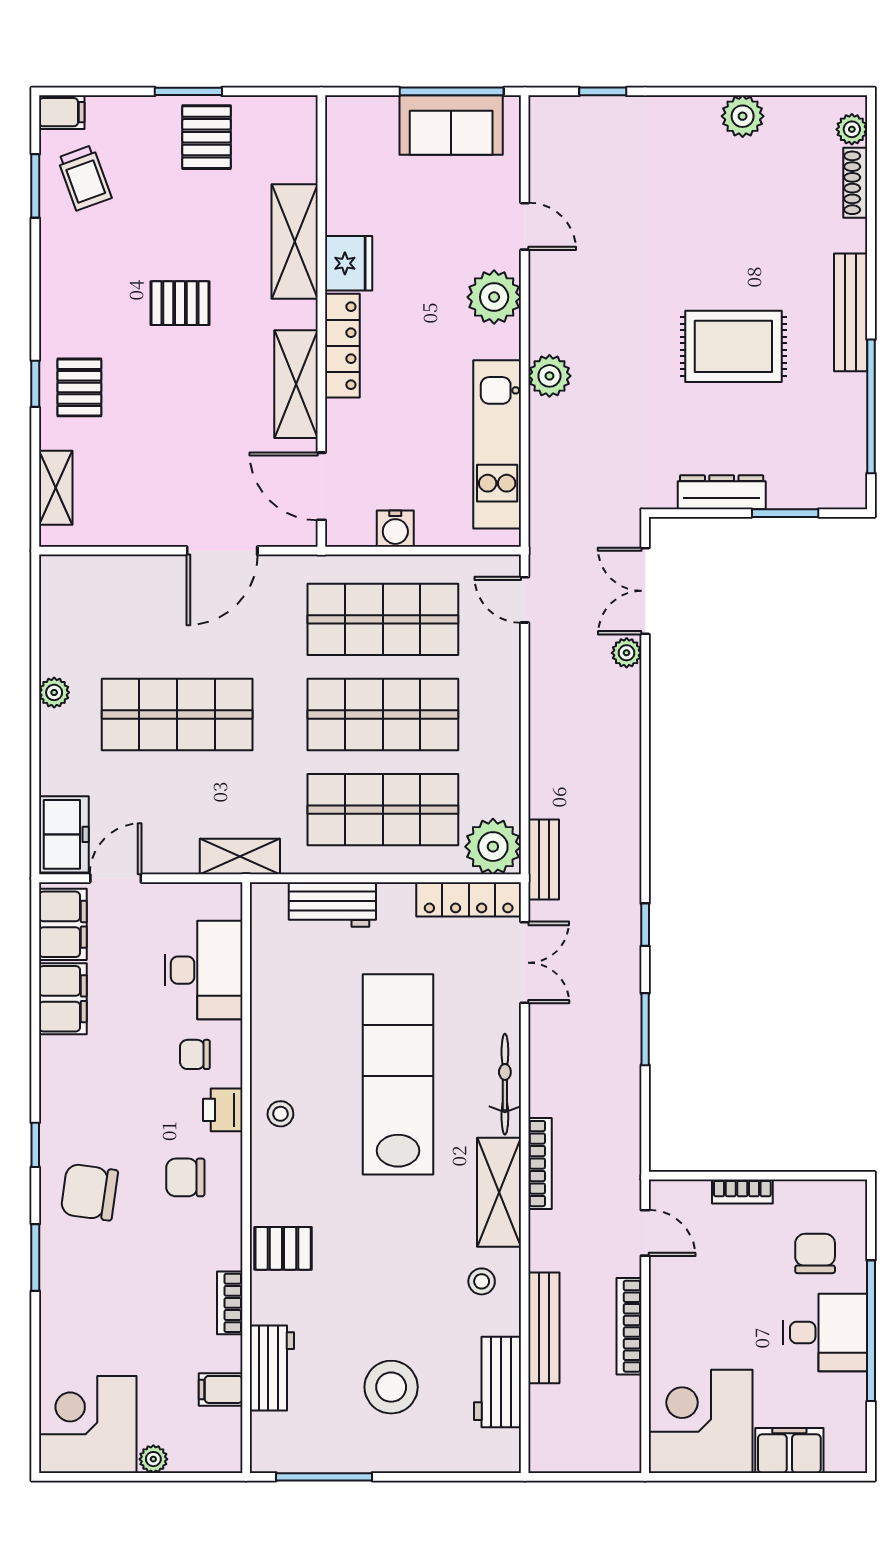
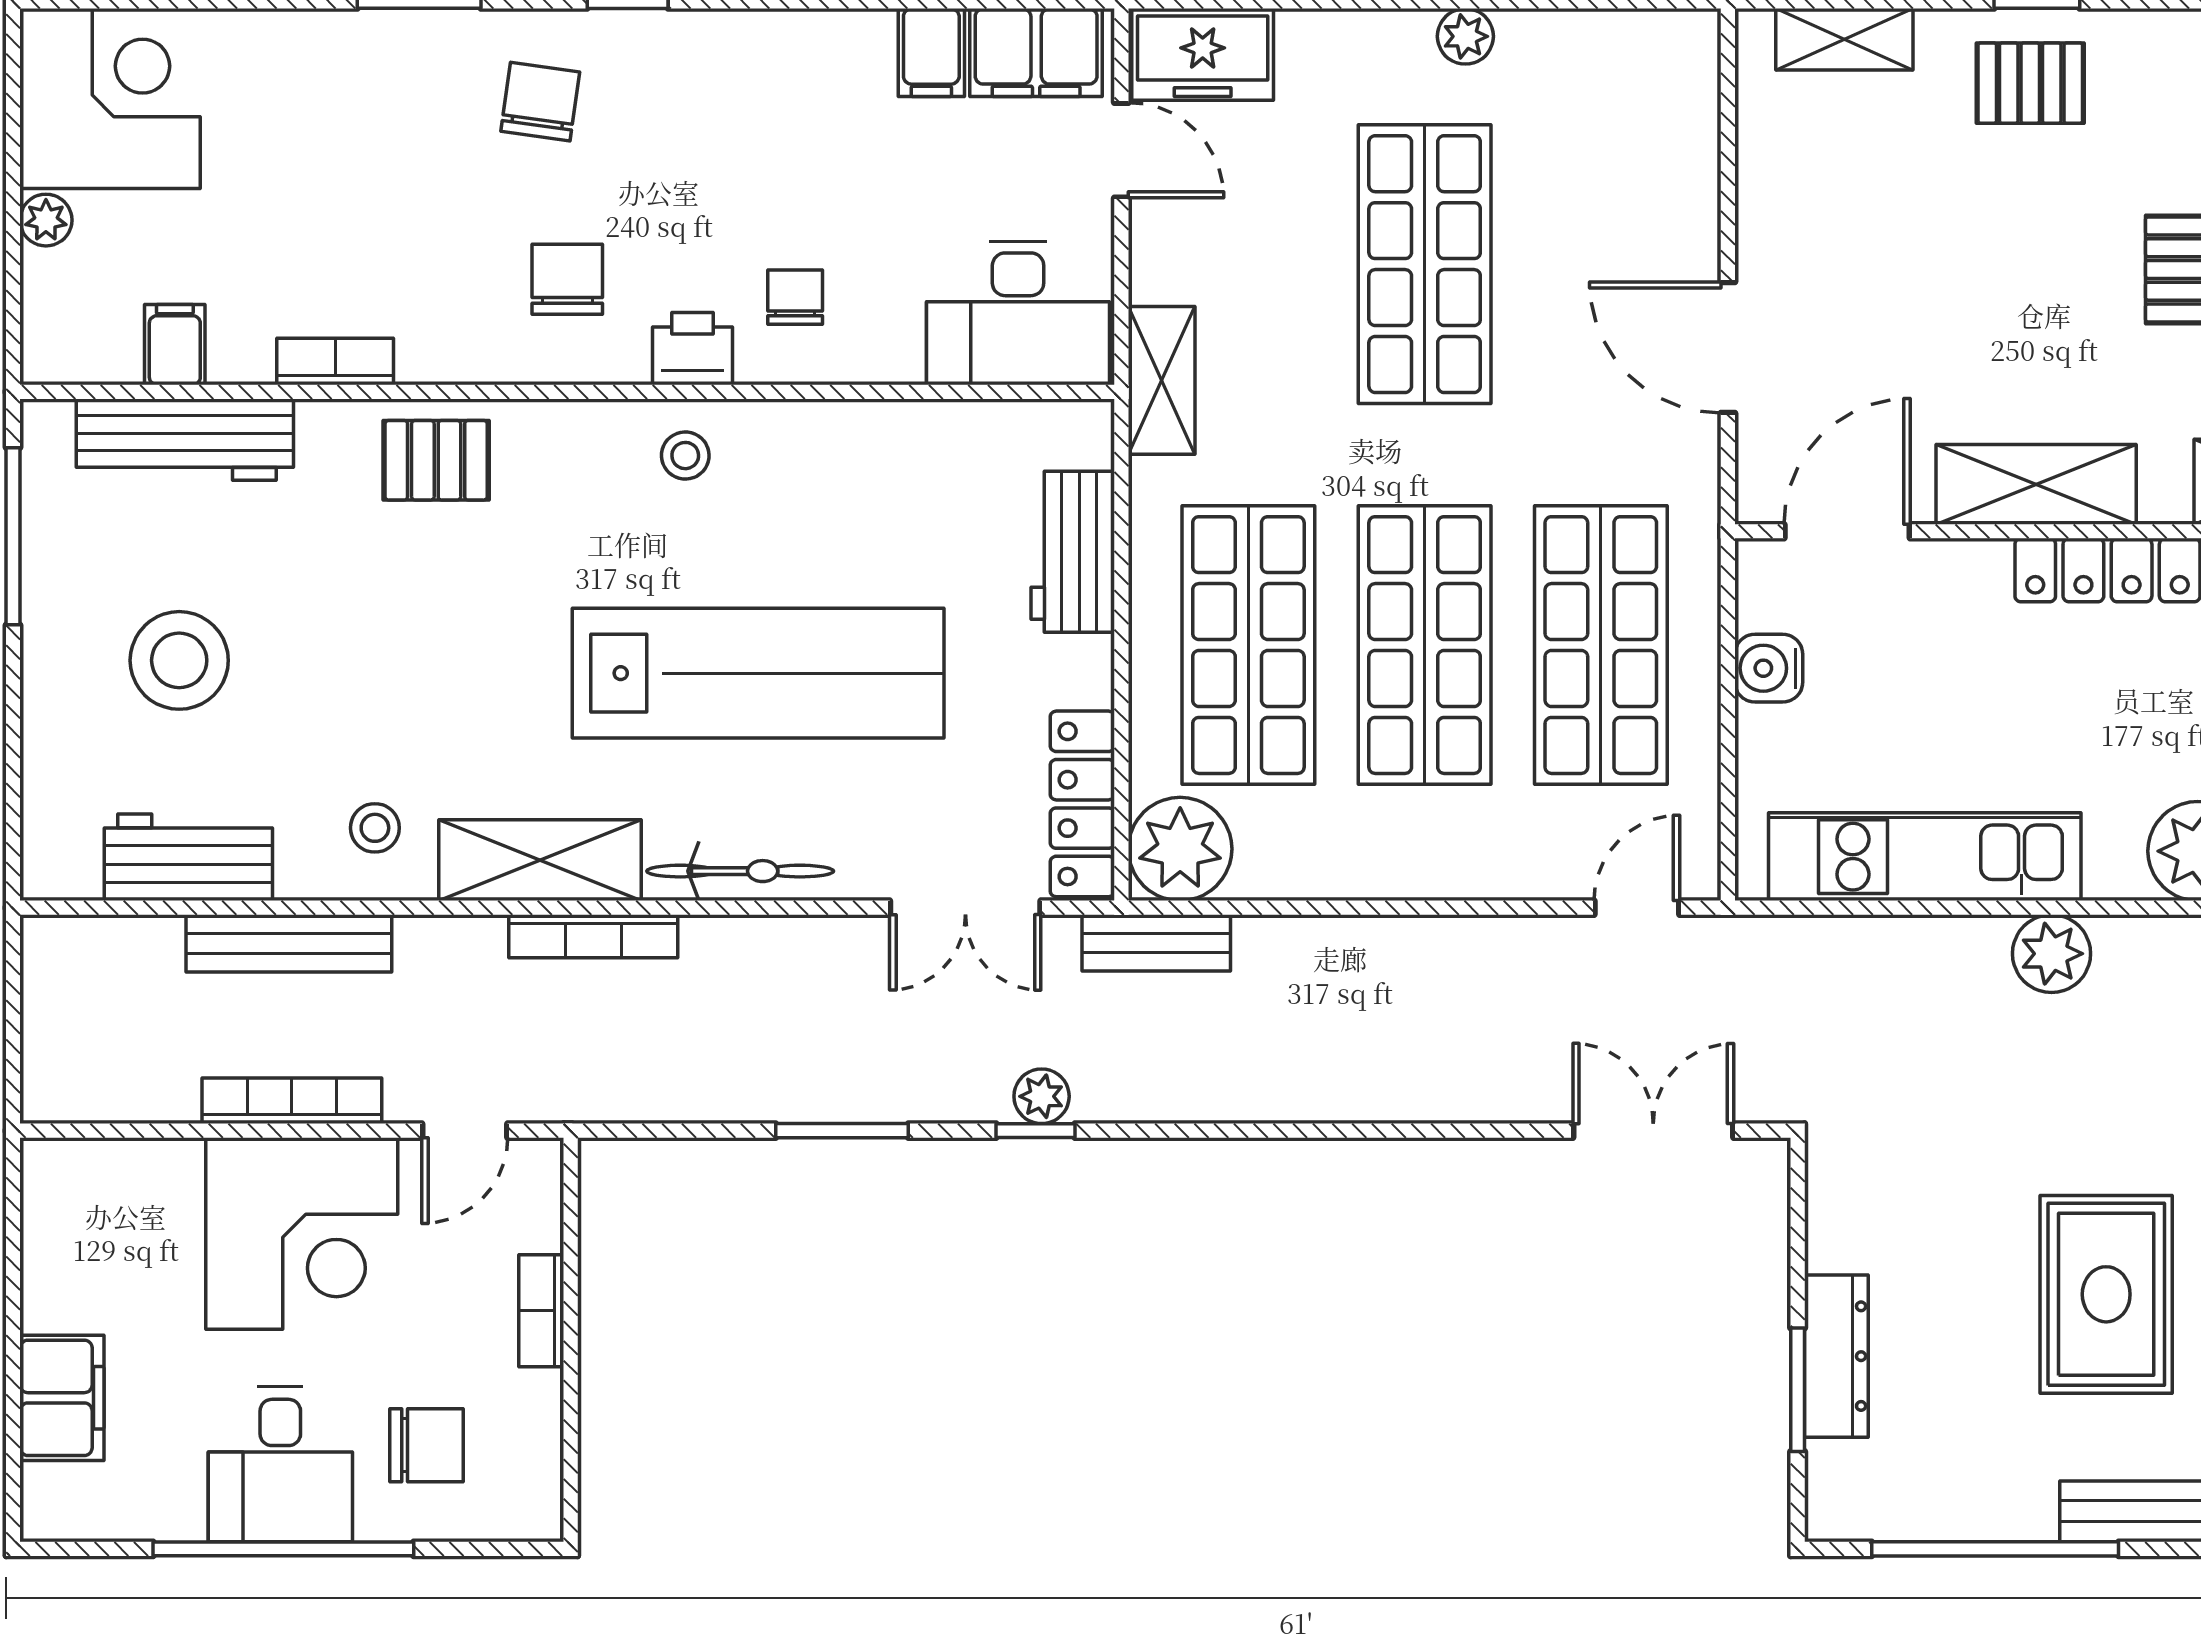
dresser: (722, 492) -> (1836, 1356), moved
plant: (627, 653) -> (1042, 1096), moved
desk: (204, 970) -> (1018, 313), moved
filing cabinet: (63, 999) -> (931, 53), width x0.50
chair: (89, 1192) -> (540, 102), width x0.73, depth x0.73
pallet: (283, 1248) -> (436, 460), turned 90
workbench: (272, 1368) -> (185, 440), width x1.38
corner desk: (701, 1421) -> (302, 1234), moved, turned 90

